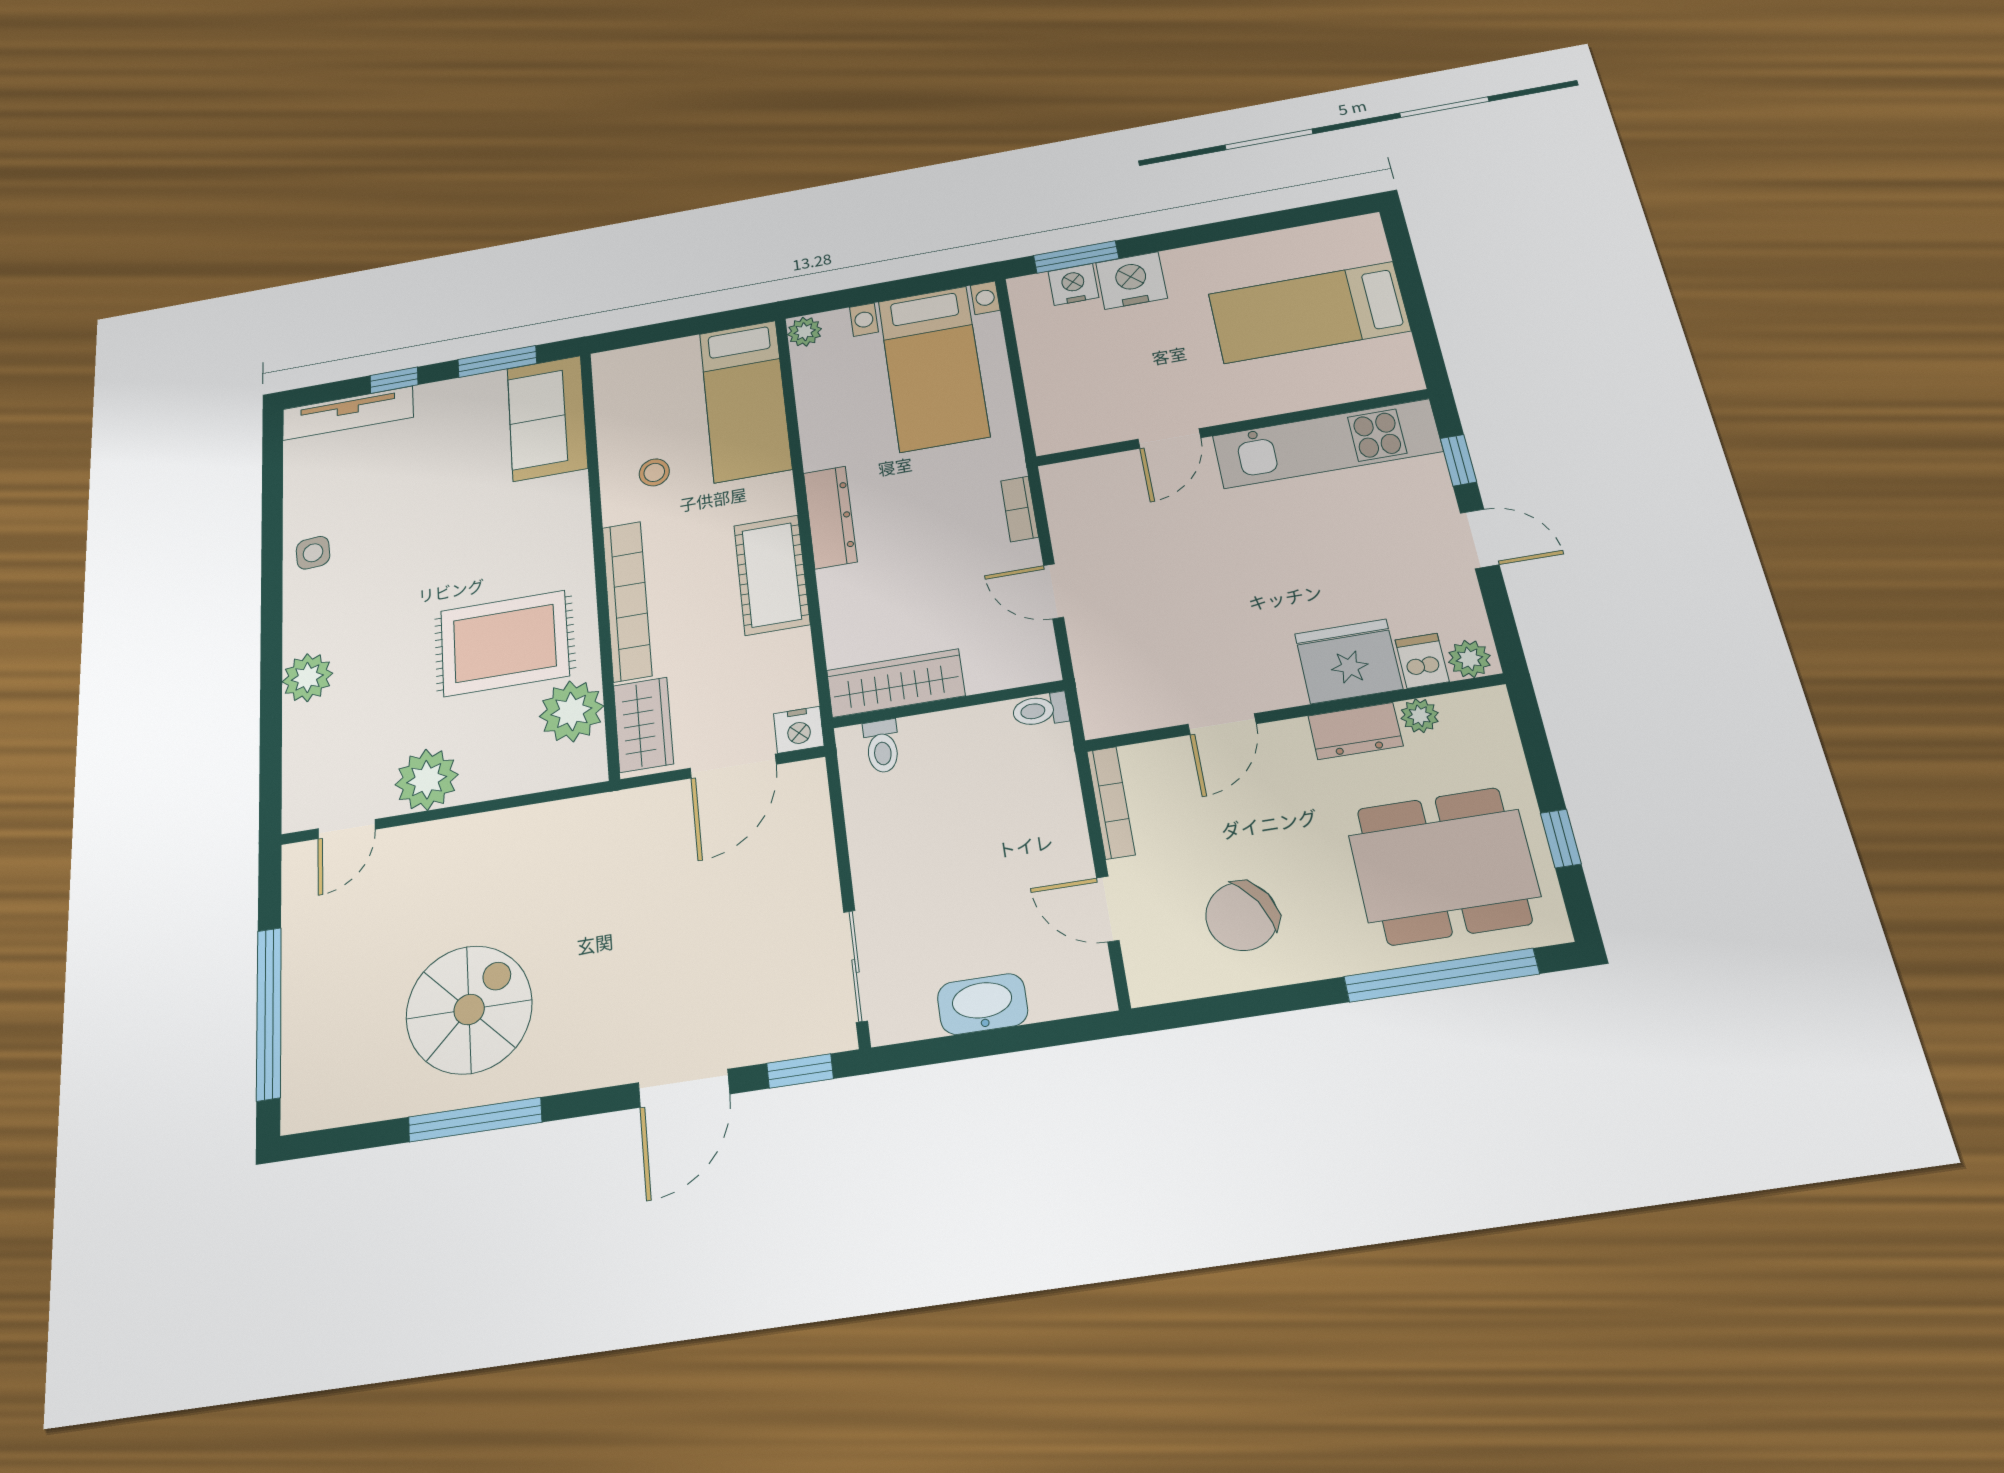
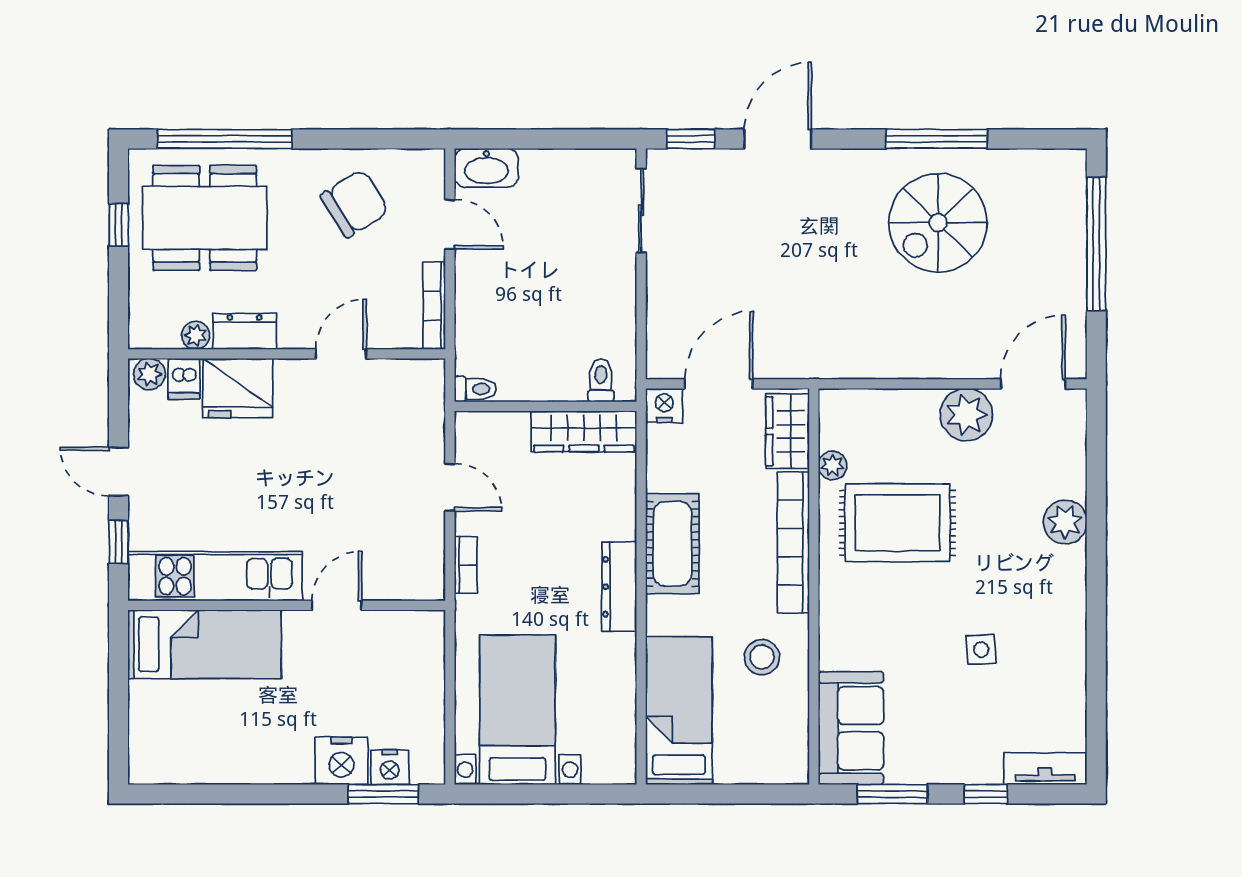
bed: (1309, 312) -> (204, 644), moved
plant: (805, 332) -> (622, 768), removed
tv unit: (348, 413) -> (1045, 769), width x0.71
stool: (654, 472) -> (762, 657), width x1.37, depth x1.37
side table: (313, 553) -> (981, 649), moved
plant: (571, 711) -> (833, 465), width x0.53, depth x0.53
door: (347, 829) -> (1033, 384), width x1.38
washbasin: (983, 1004) -> (486, 168), moved

